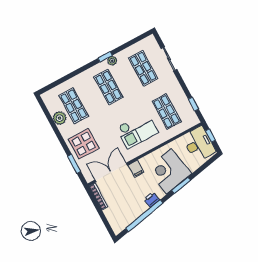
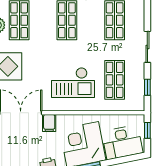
sliding door: (169, 59) -> (147, 47), moved
desk: (199, 144) -> (122, 142), moved, turned 79

